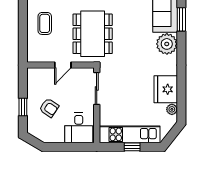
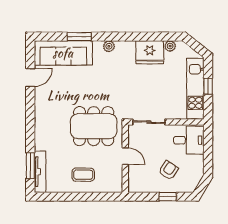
plant: (167, 44) -> (109, 46), width x0.53, depth x0.53

